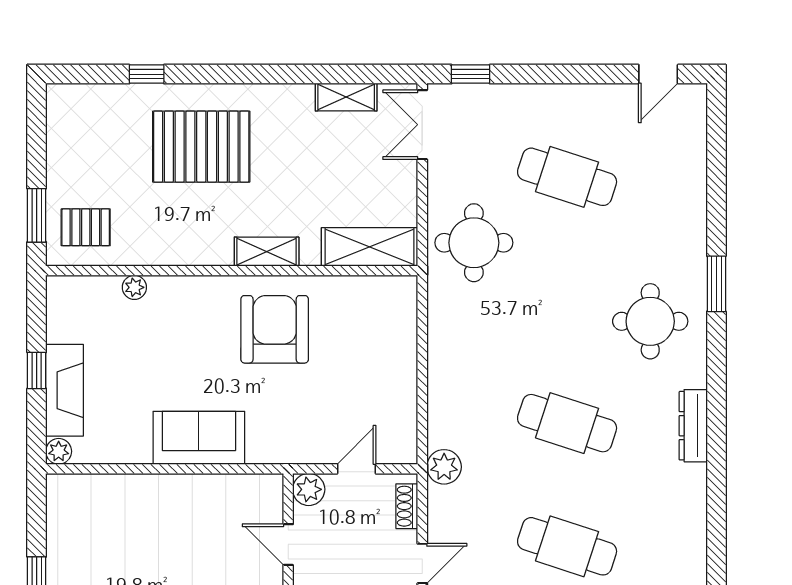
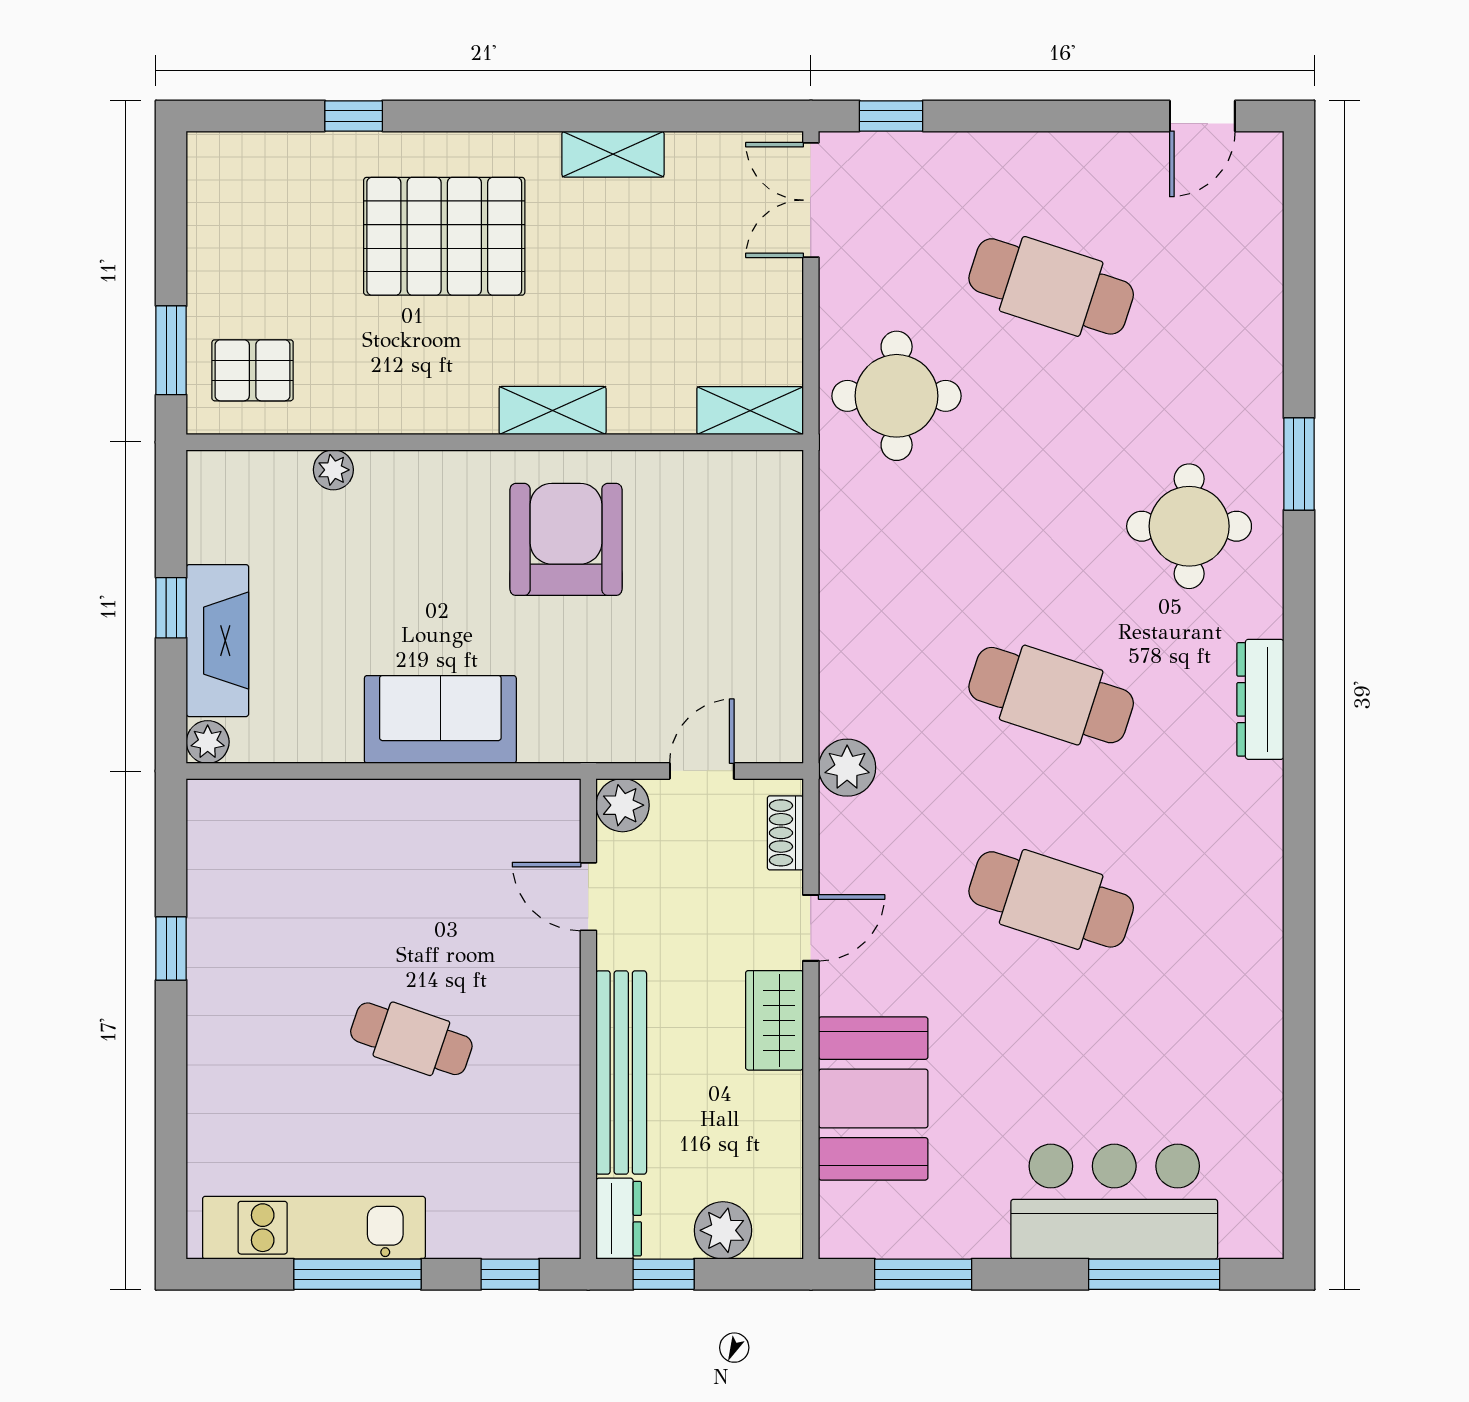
shelving: (346, 97) -> (613, 154), moved
shelving: (370, 247) -> (750, 411), width x0.67, depth x0.75

